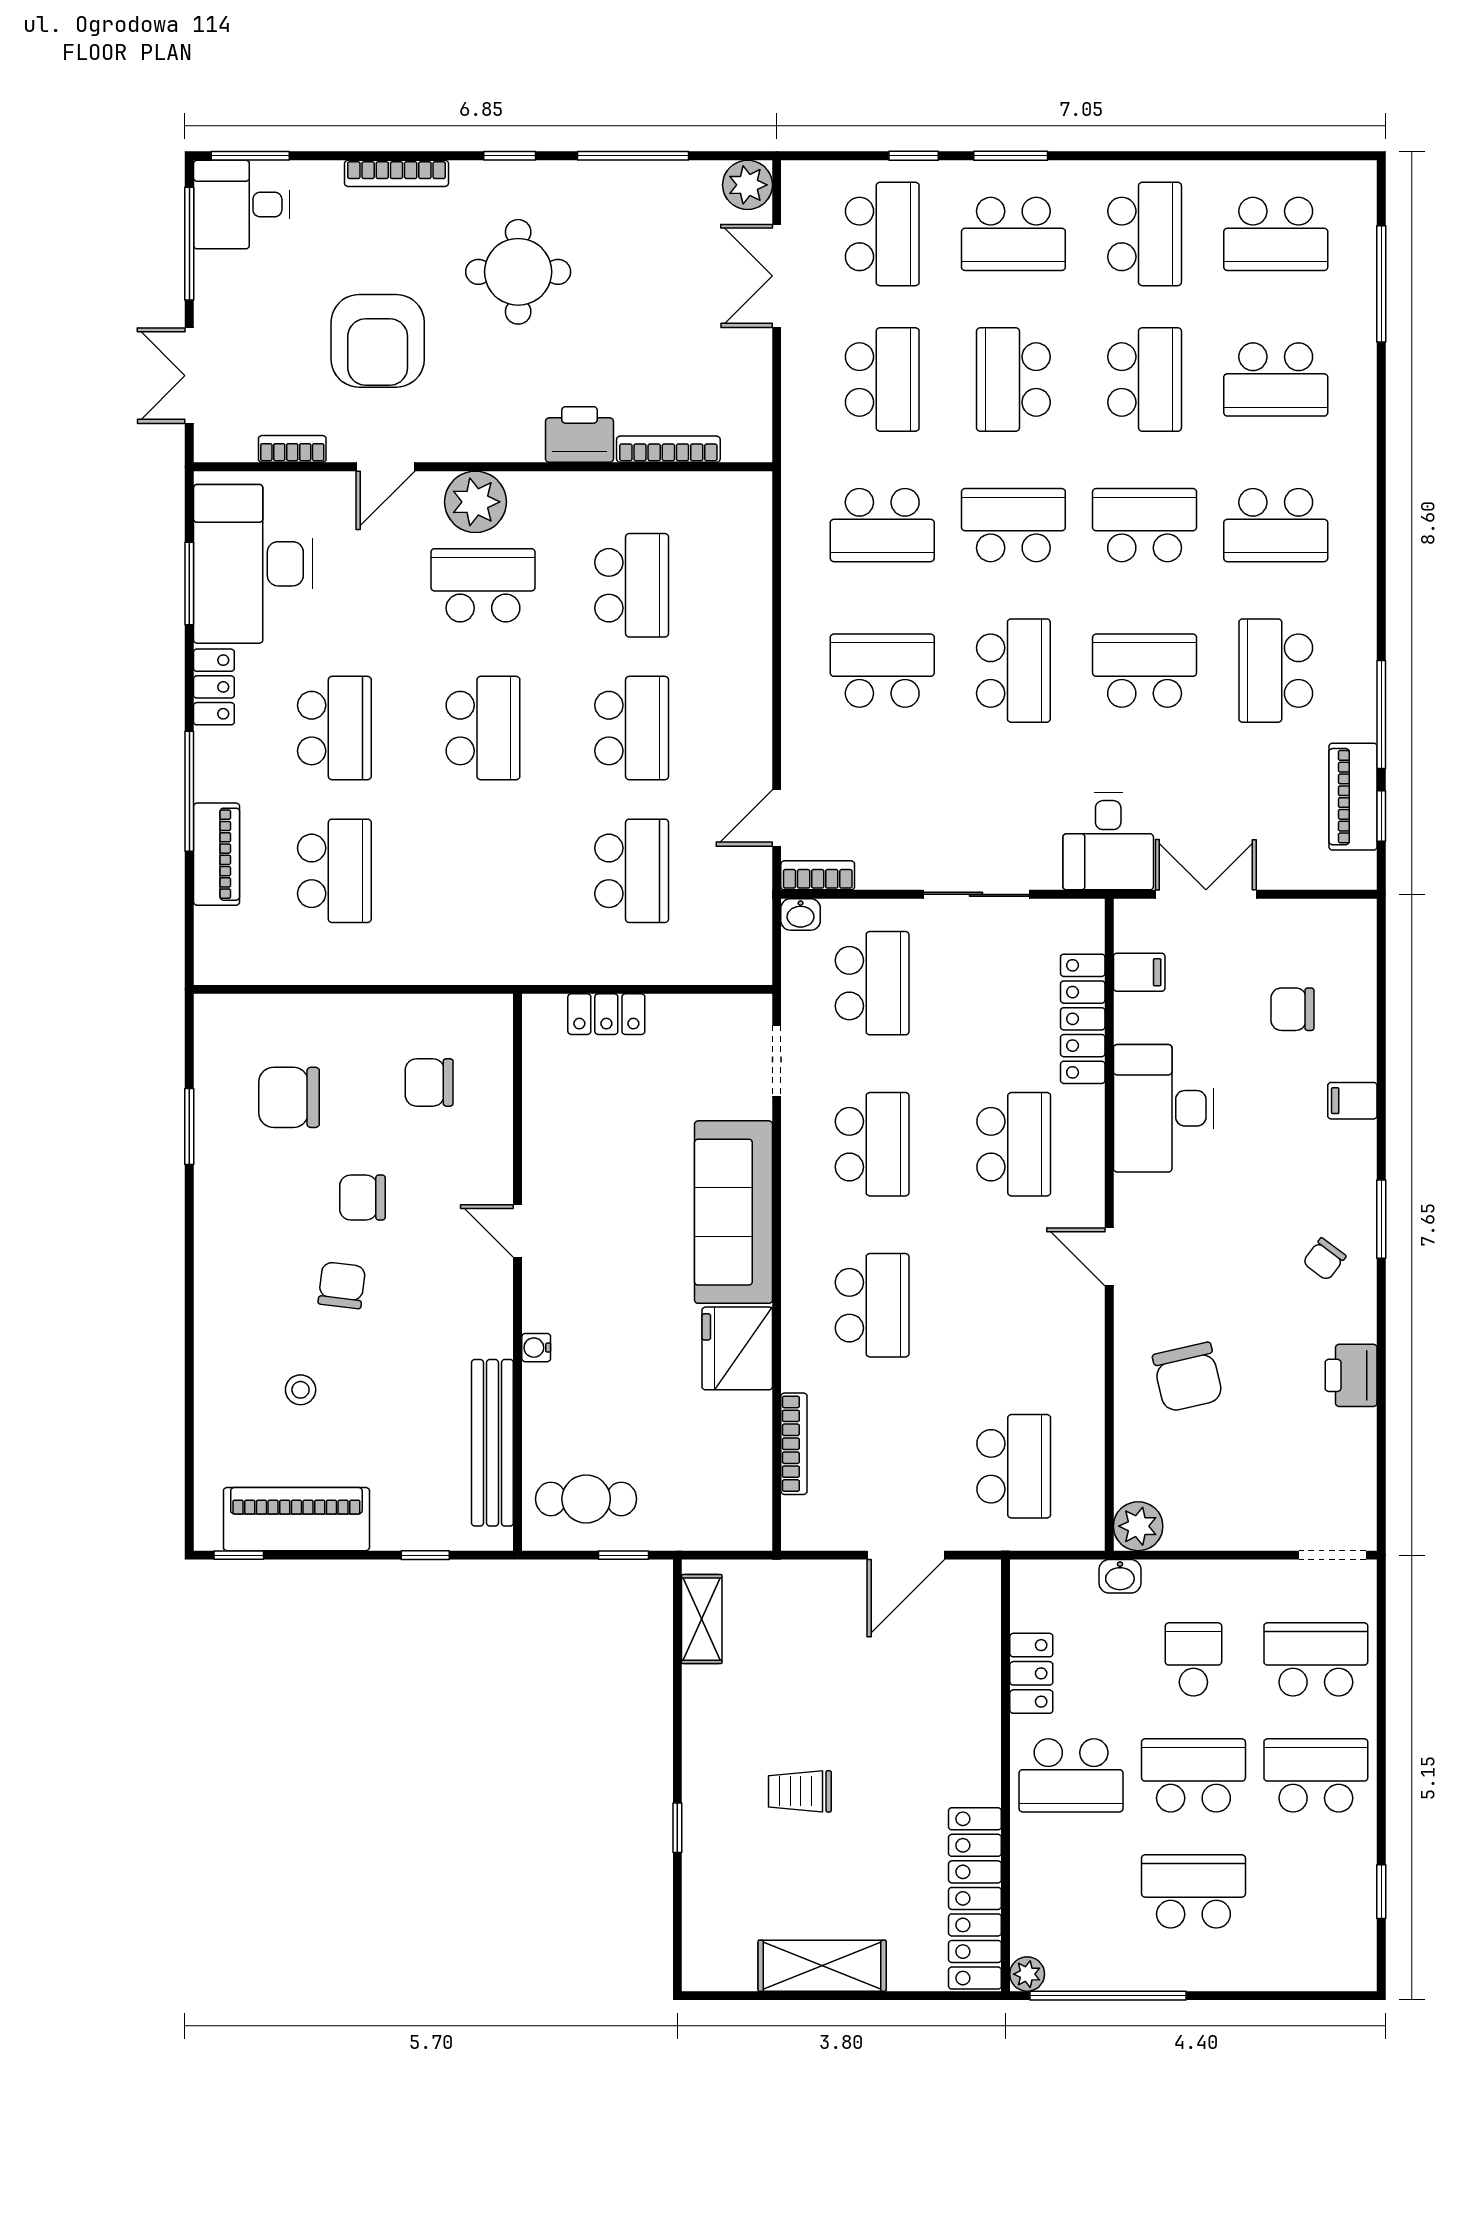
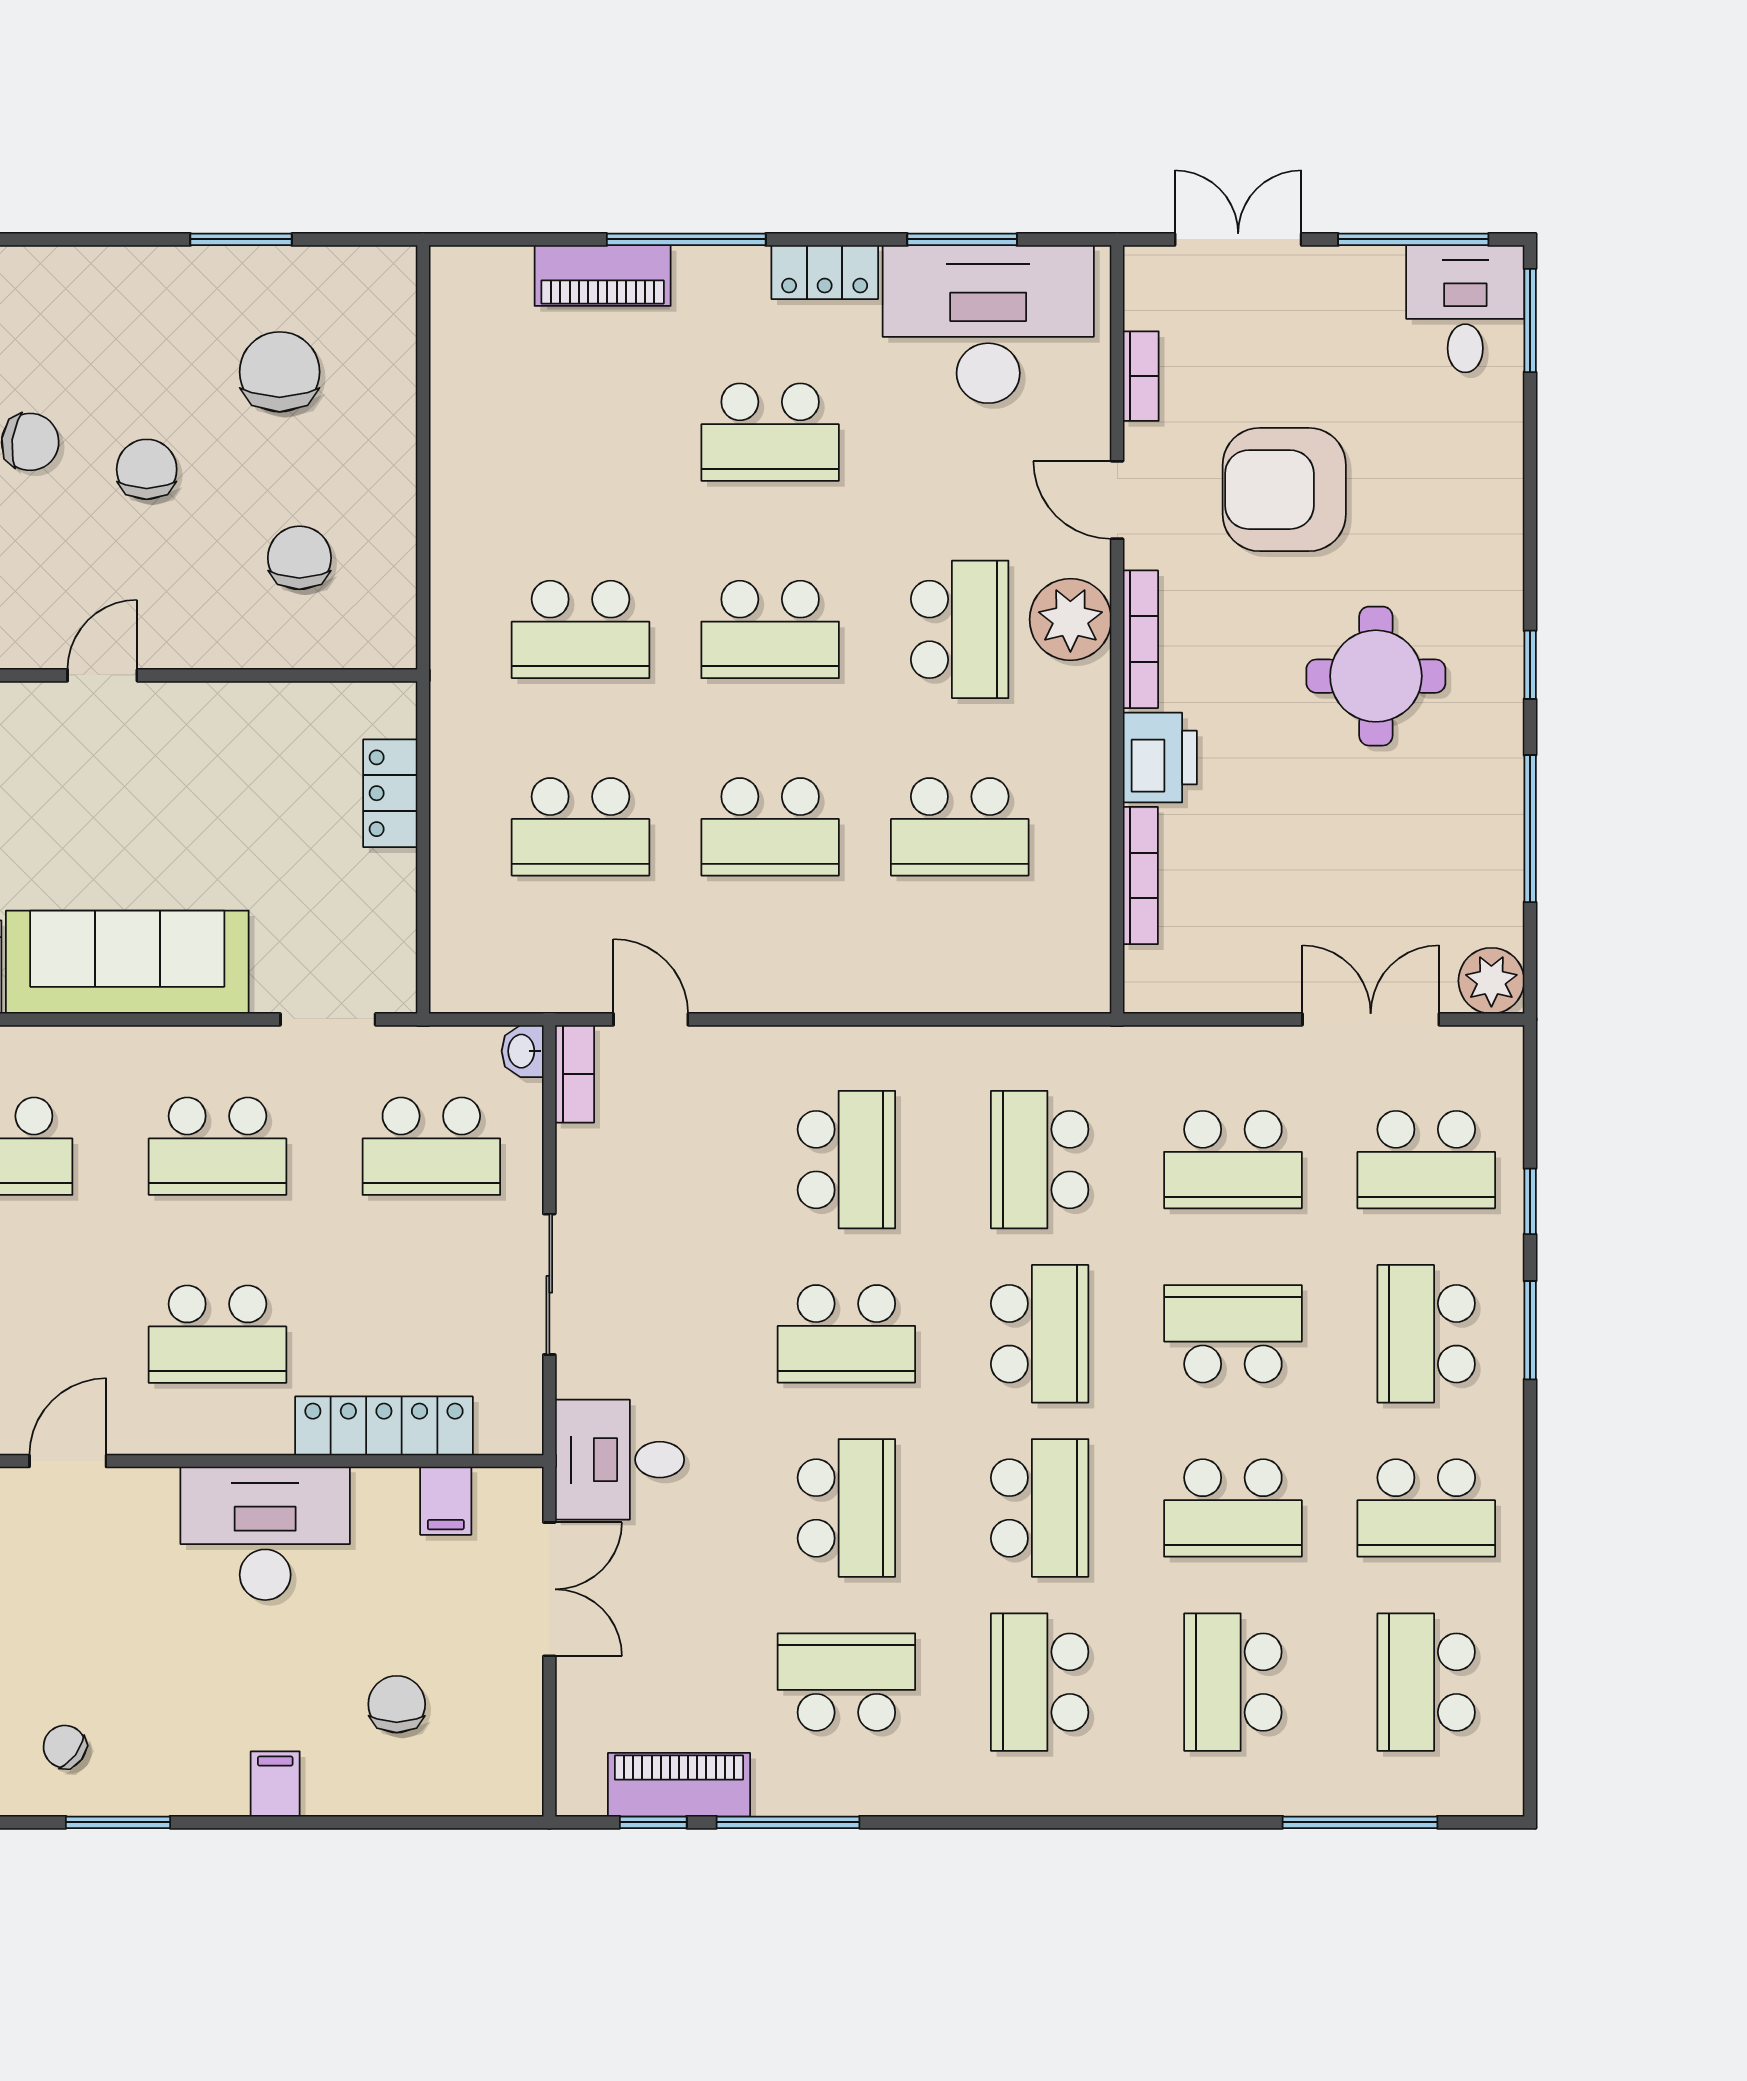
bookcase: (396, 173) -> (1140, 639), moved, turned 180
school desk: (334, 871) -> (580, 629), moved

